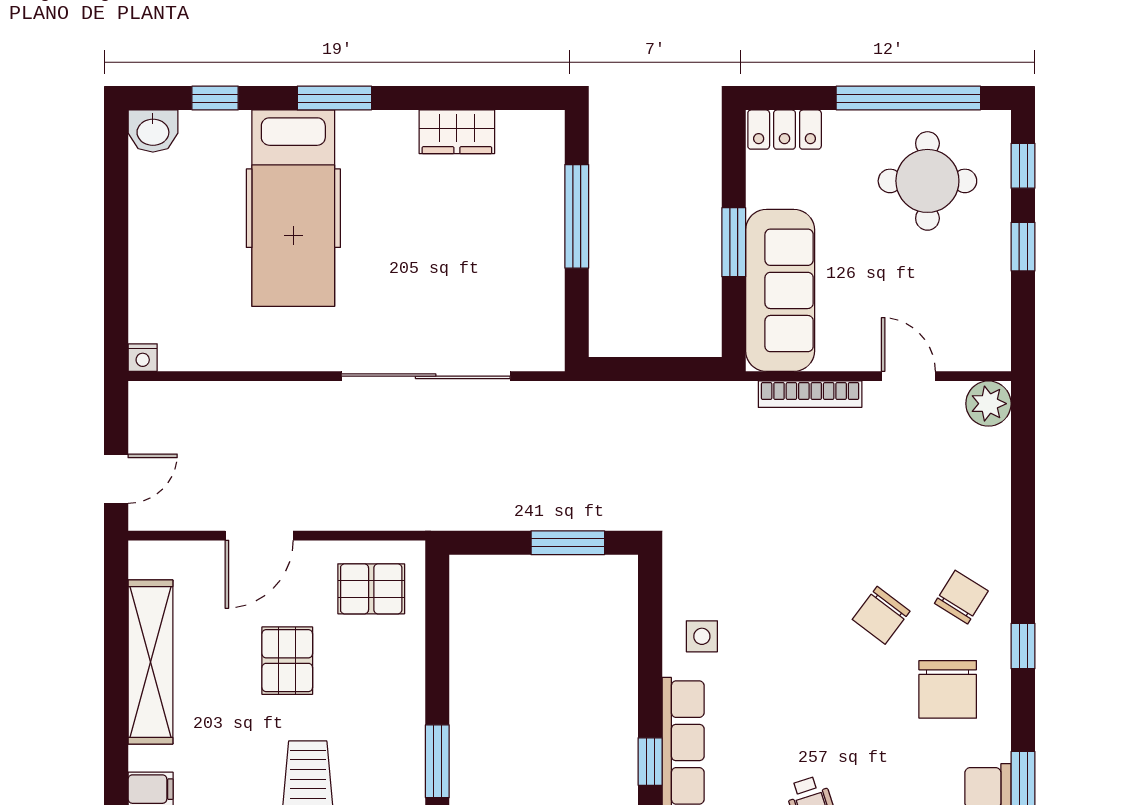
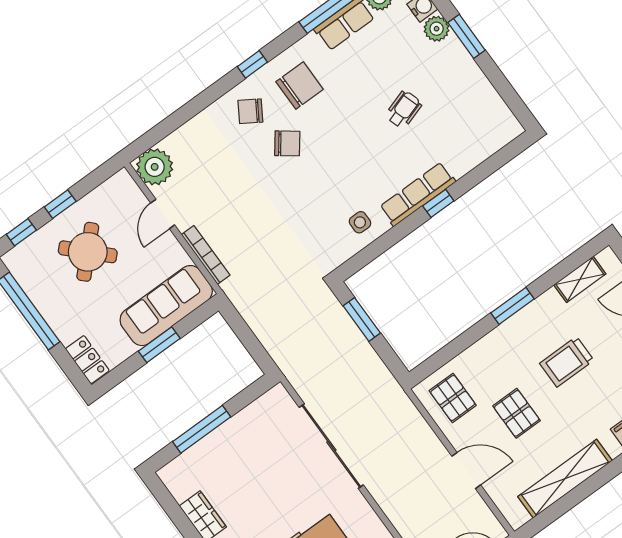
round table: (927, 181) -> (88, 252), moved, turned 45
plant: (988, 404) -> (155, 167), width x1.36, depth x1.36
pallet: (287, 661) -> (517, 413), turned 90

